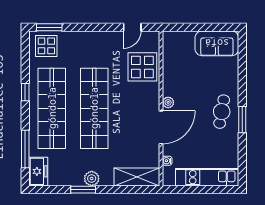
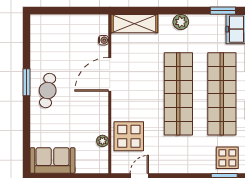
plant: (168, 102) -> (102, 141), moved
kitchen unit: (207, 177) -> (62, 23), removed
window: (83, 190) -> (223, 11), moved

